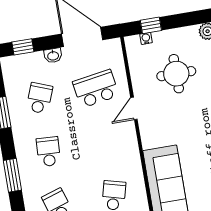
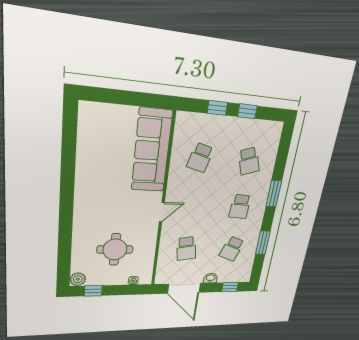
window: (151, 25) -> (93, 291), moved
school desk: (96, 89) -> (186, 249), width x0.54
door: (134, 108) -> (162, 212), moved

